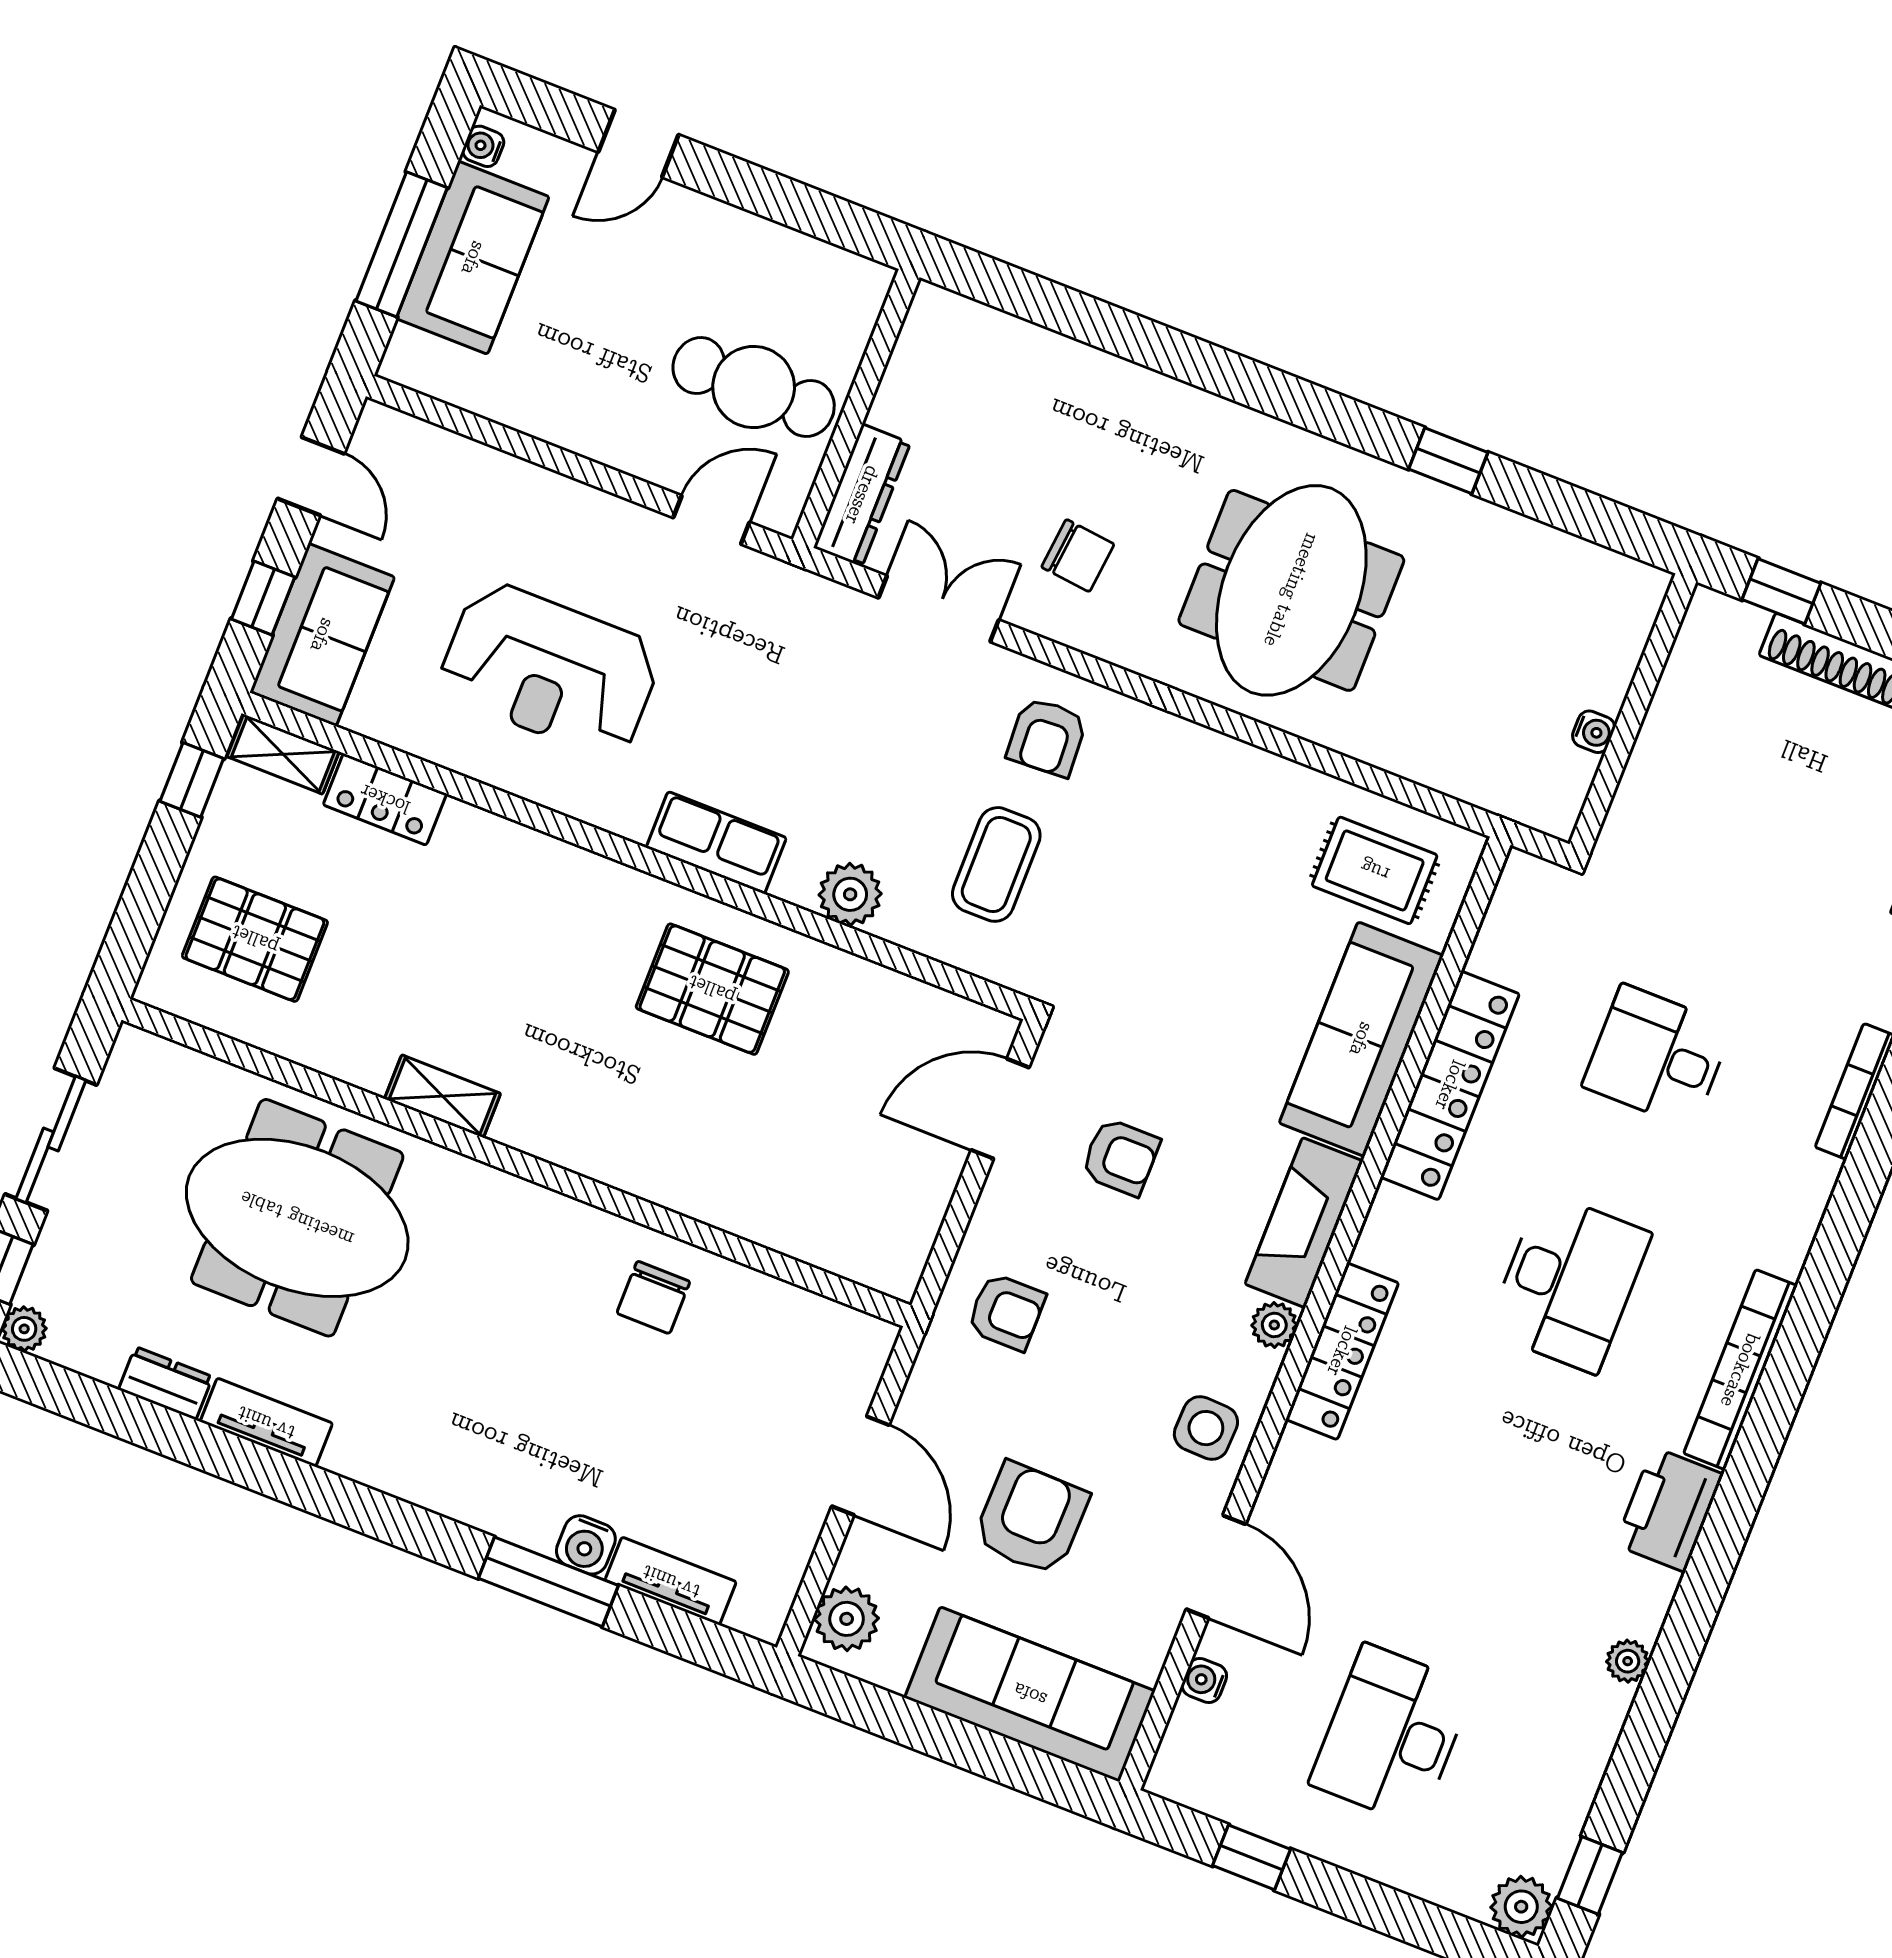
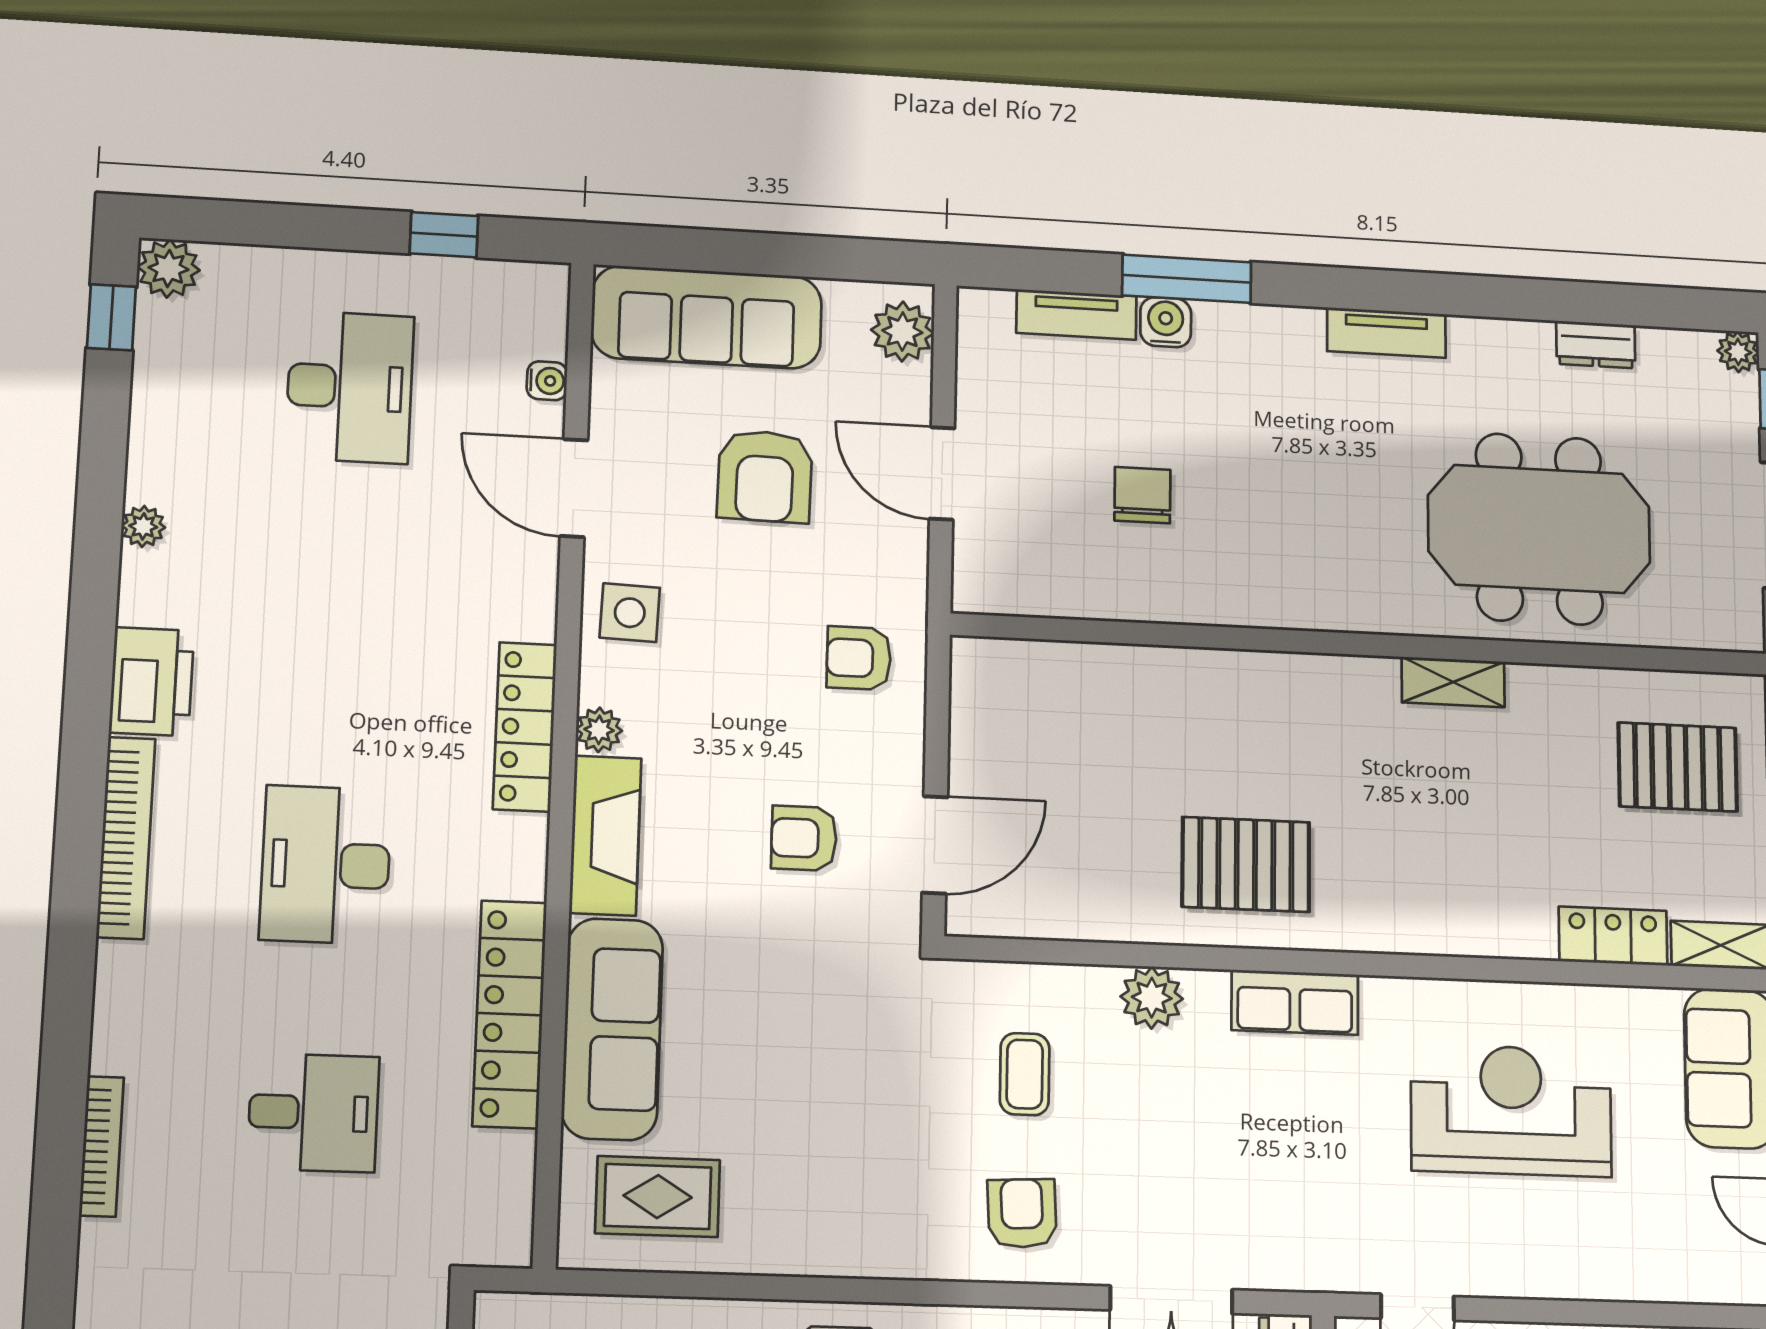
coffee table: (996, 864) -> (1025, 1074), width x0.73, depth x0.77
chair: (653, 1297) -> (1142, 495), moved
tv unit: (266, 1422) -> (1386, 333), moved

